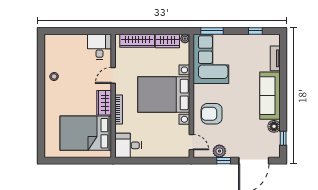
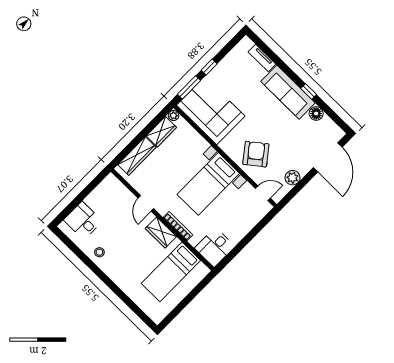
window: (255, 31) -> (209, 67), moved
desk: (99, 47) -> (83, 221), moved
bed with nightstands: (164, 95) -> (208, 184), width x0.73
armchair: (212, 114) -> (256, 154), turned 142
bed: (86, 133) -> (171, 272), width x0.67
window: (283, 138) -> (309, 91), moved
window: (224, 161) -> (304, 182), removed

